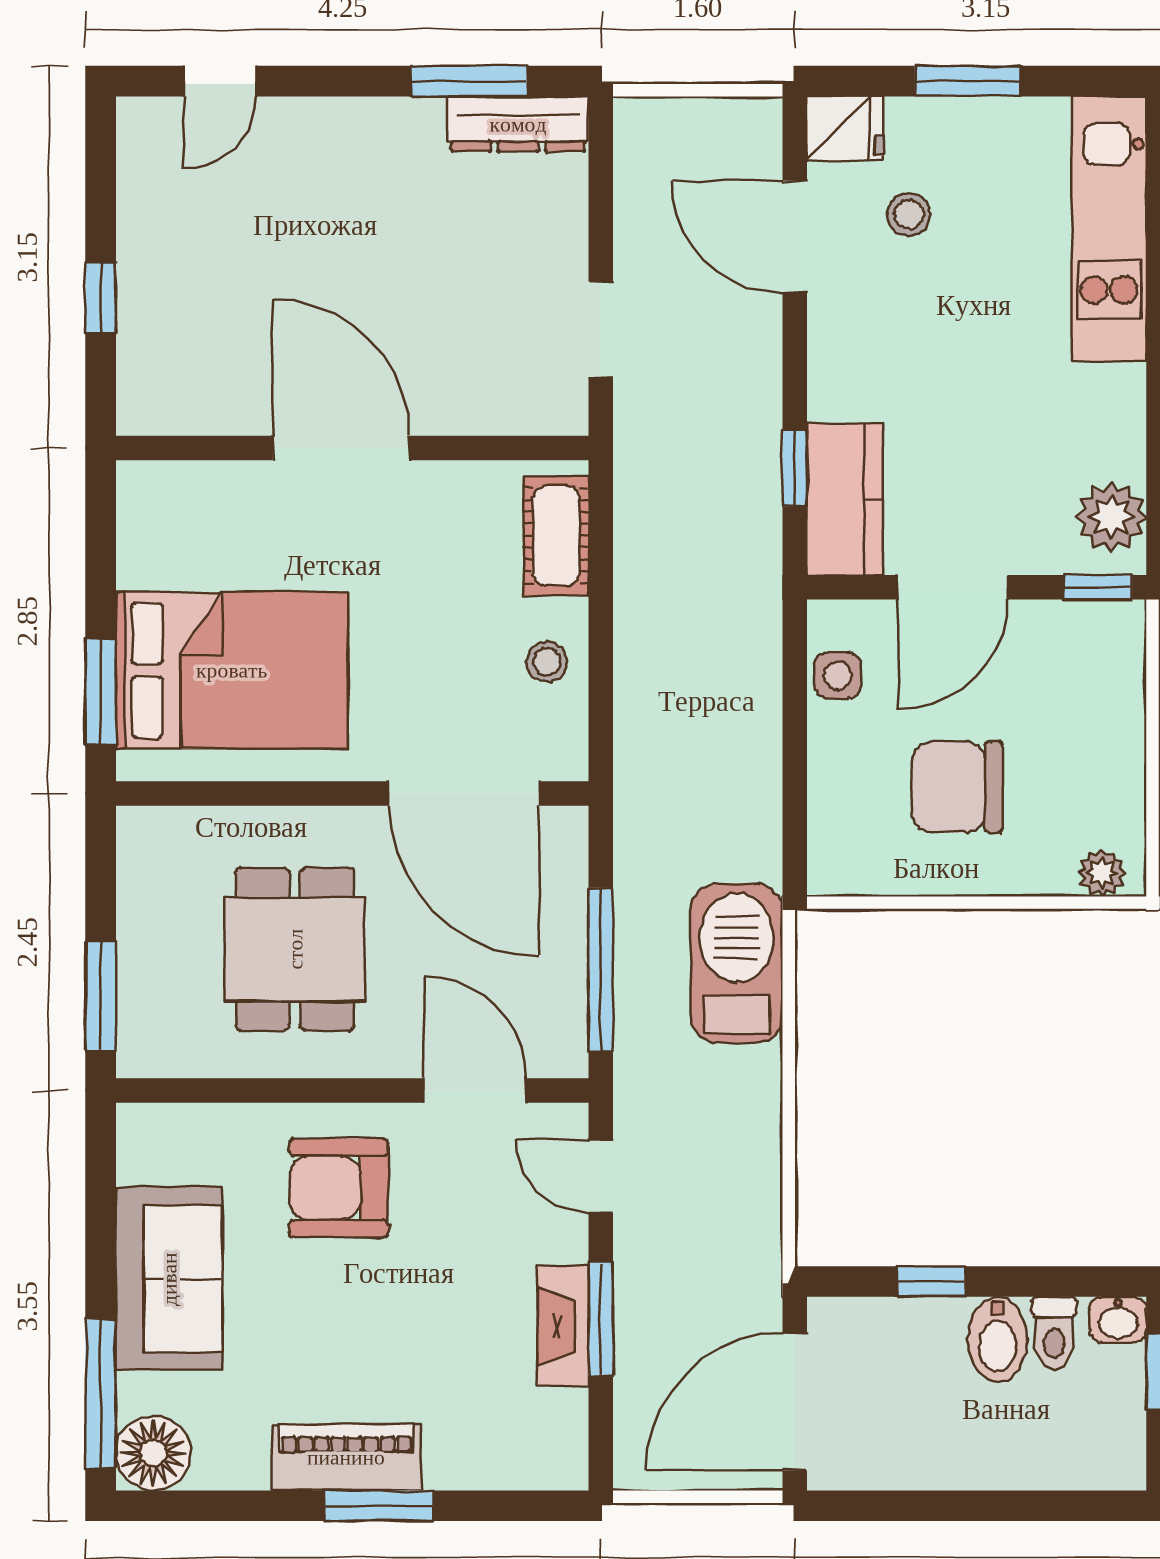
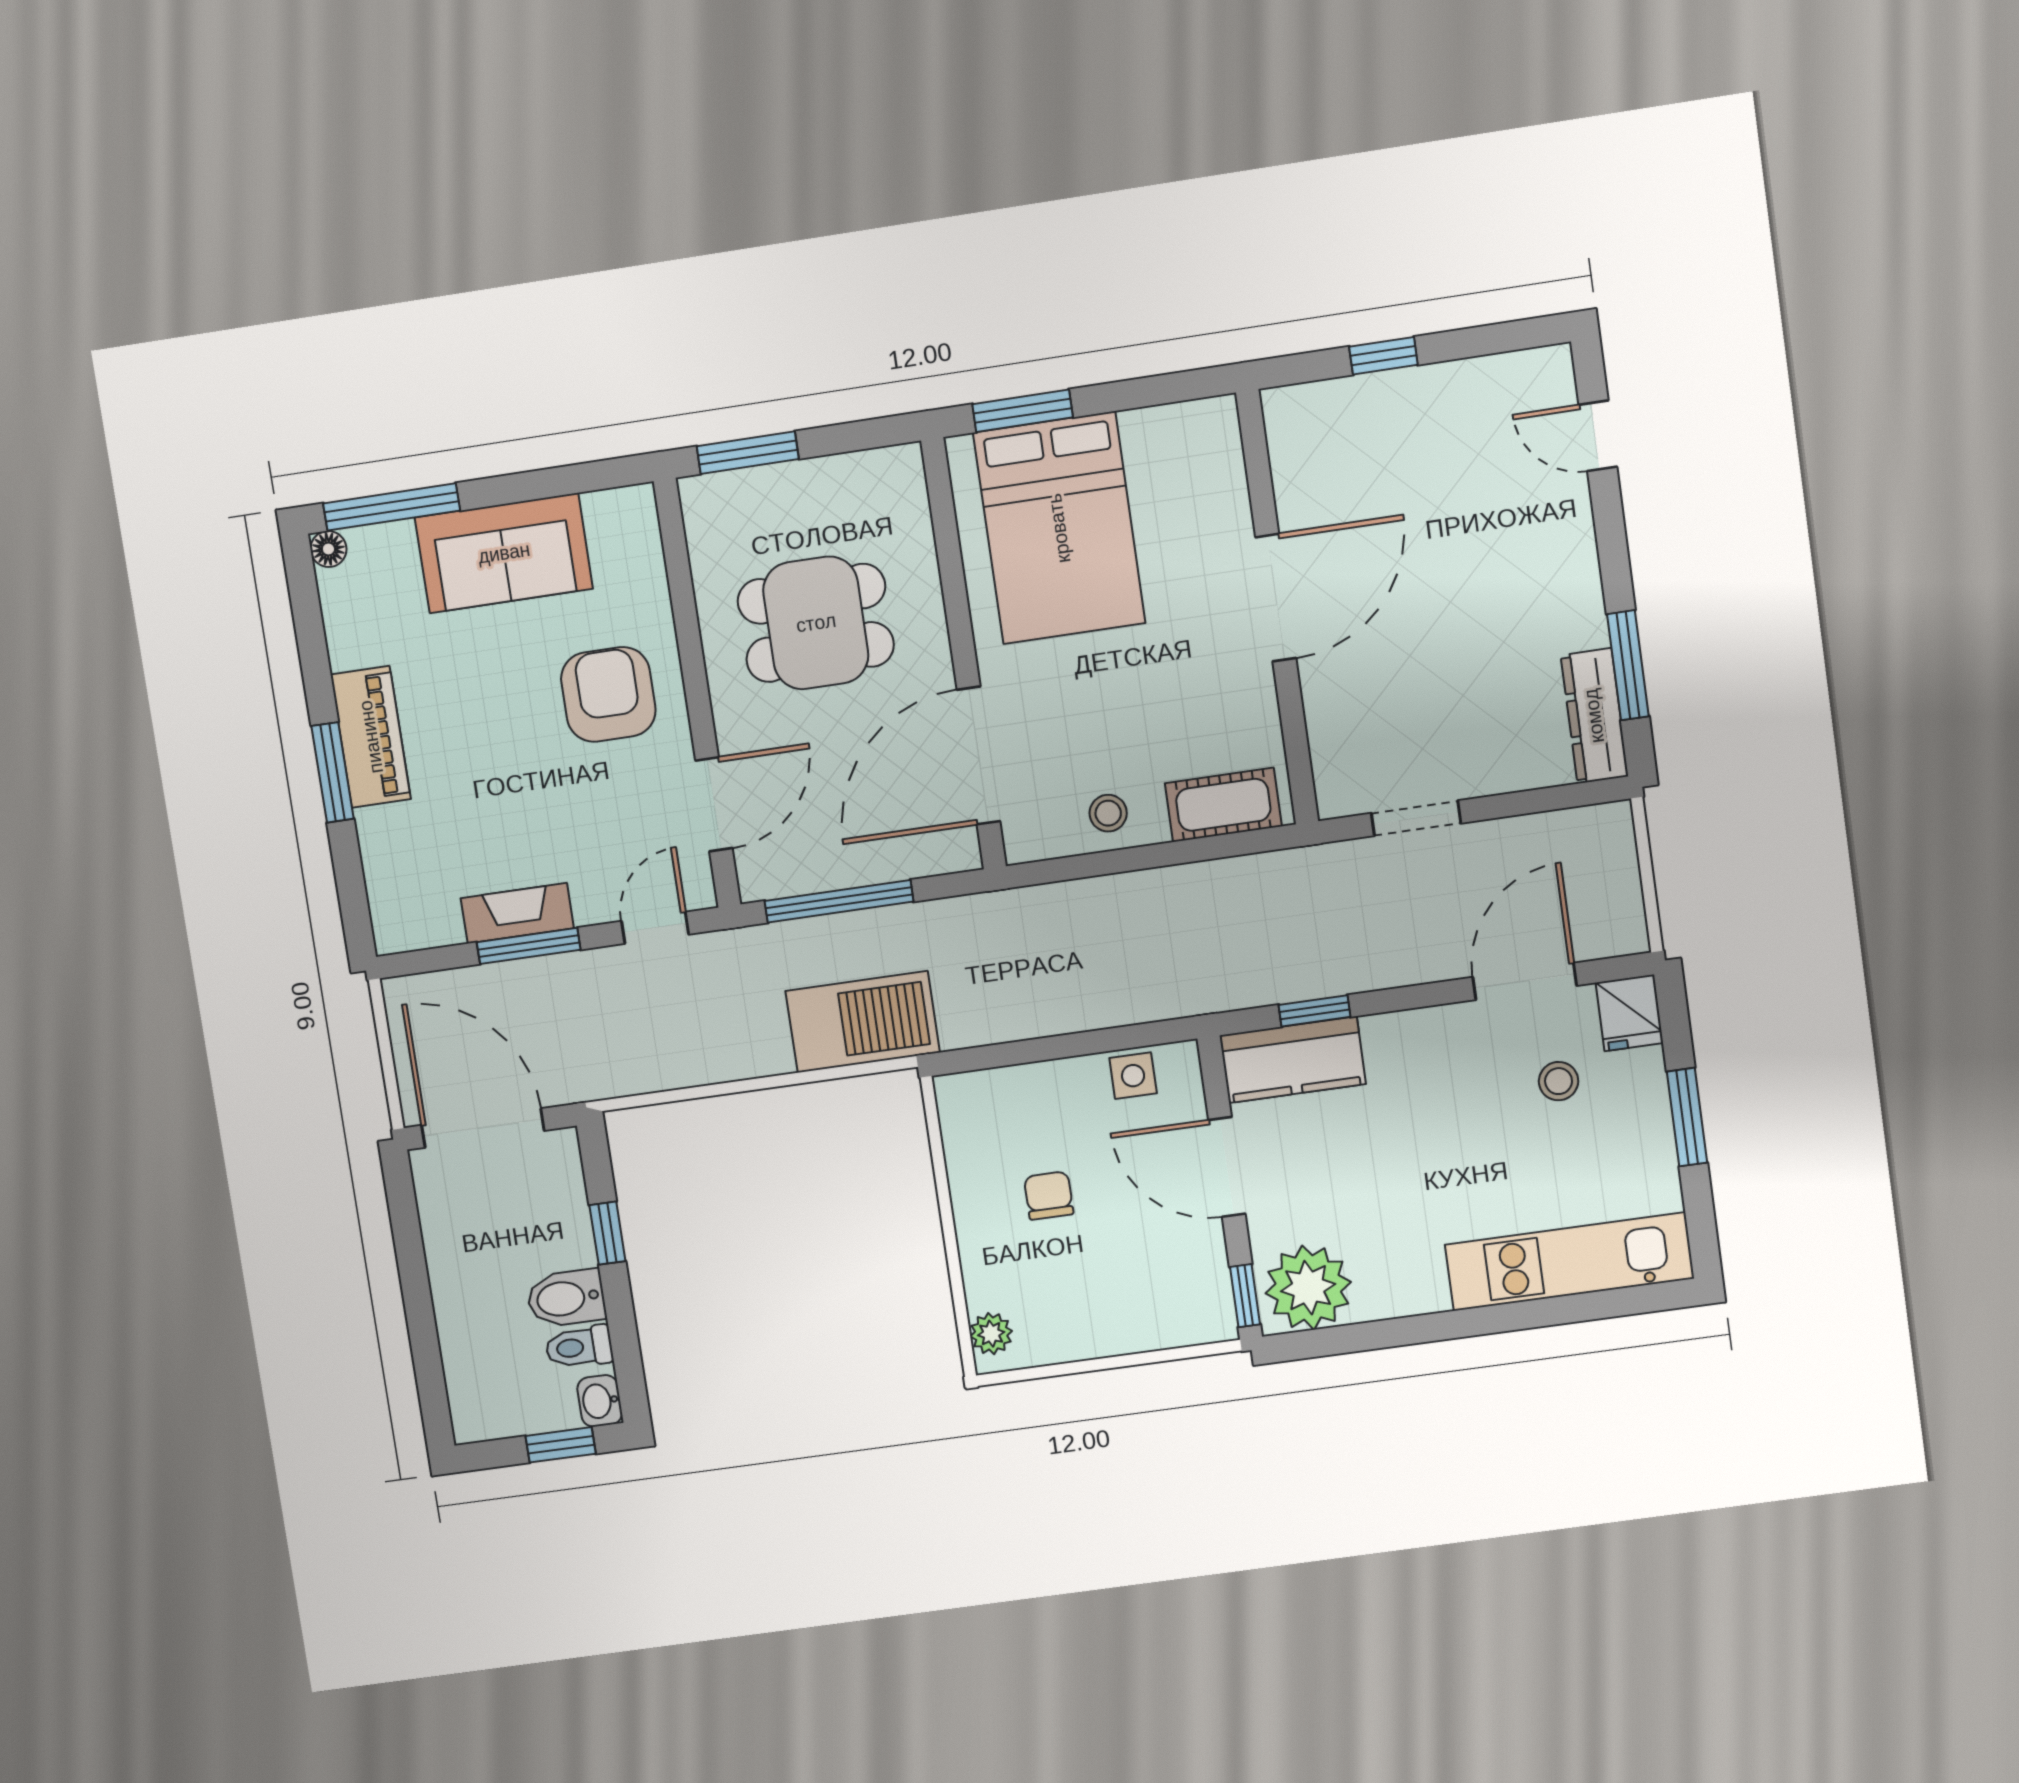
plant: (1111, 517) -> (1308, 1288), width x1.36, depth x1.36
chair: (957, 787) -> (1049, 1195), width x0.54, depth x0.54
floor lamp: (153, 1453) -> (328, 549), width x0.53, depth x0.53

